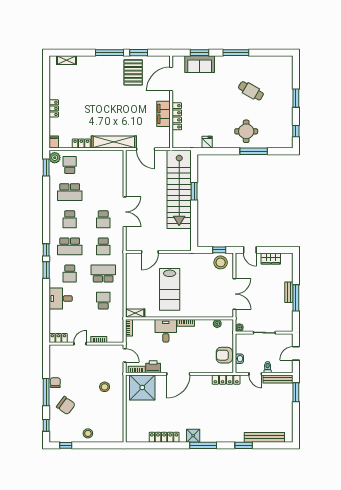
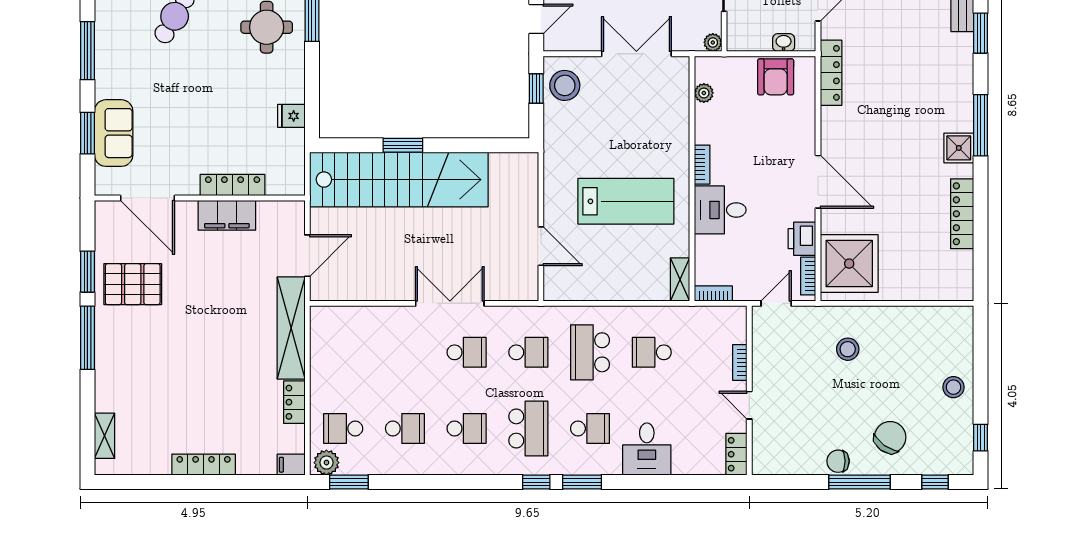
locker: (54, 108) -> (204, 465), width x1.53
school desk: (70, 192) -> (405, 428), width x0.54

